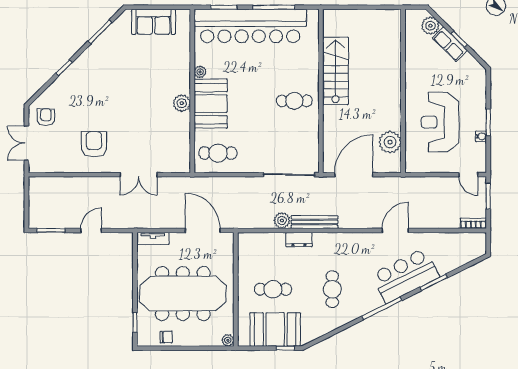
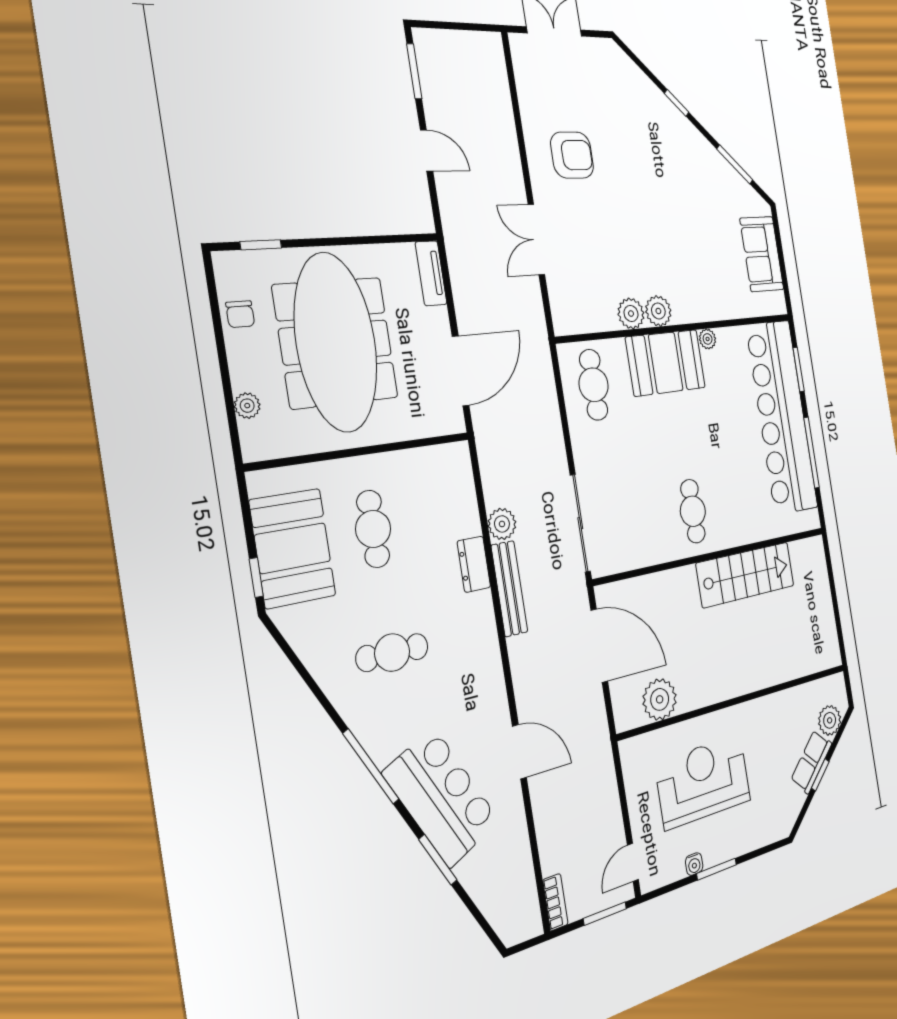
armchair: (46, 117) -> (600, 69), removed
plant: (182, 122) -> (631, 314), added
plant: (228, 340) -> (247, 406), moved

